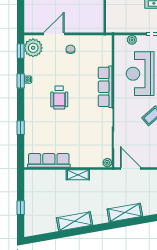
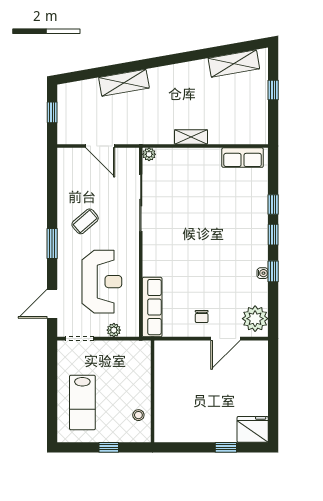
window: (21, 51) -> (273, 235), moved
row of seats: (105, 87) -> (152, 307), moved
wheelchair: (59, 98) -> (218, 247), removed
row of seats: (49, 160) -> (243, 158), width x0.68
door: (131, 168) -> (100, 146), moved
shelving: (75, 221) -> (234, 64), moved

